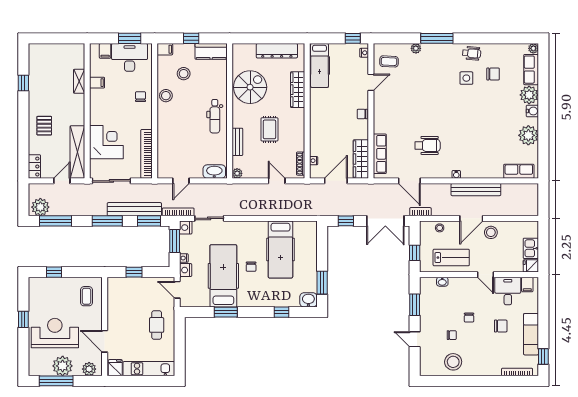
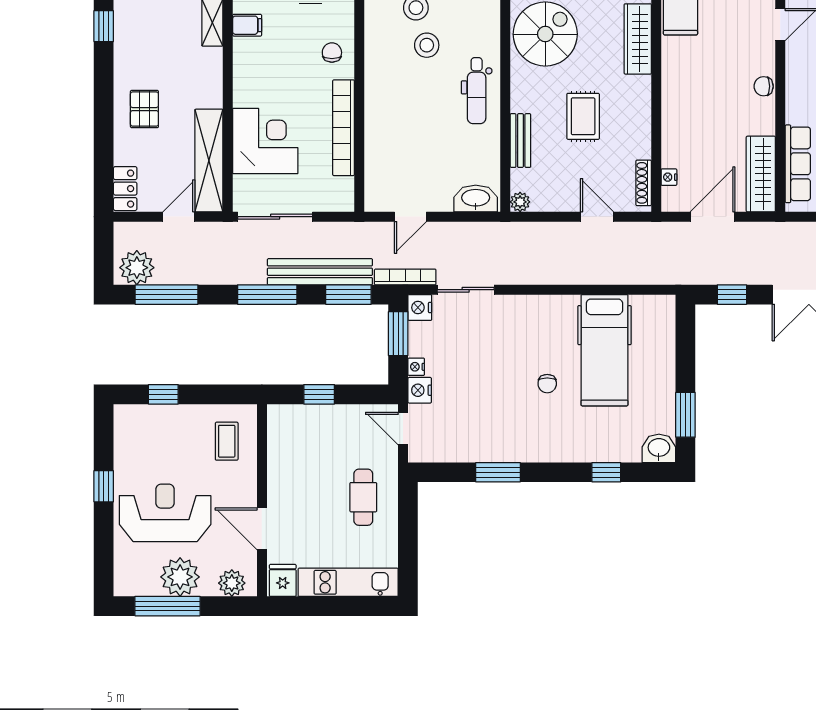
stool: (166, 96) -> (427, 45), moved
bookcase: (146, 154) -> (344, 128), moved
hospital bed: (223, 276) -> (493, 402), removed

